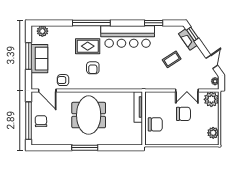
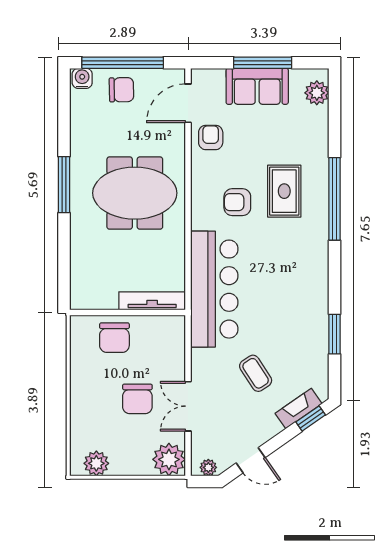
bar counter: (128, 36) -> (214, 289), moved, turned 180
water cooler: (36, 139) -> (82, 78), added

